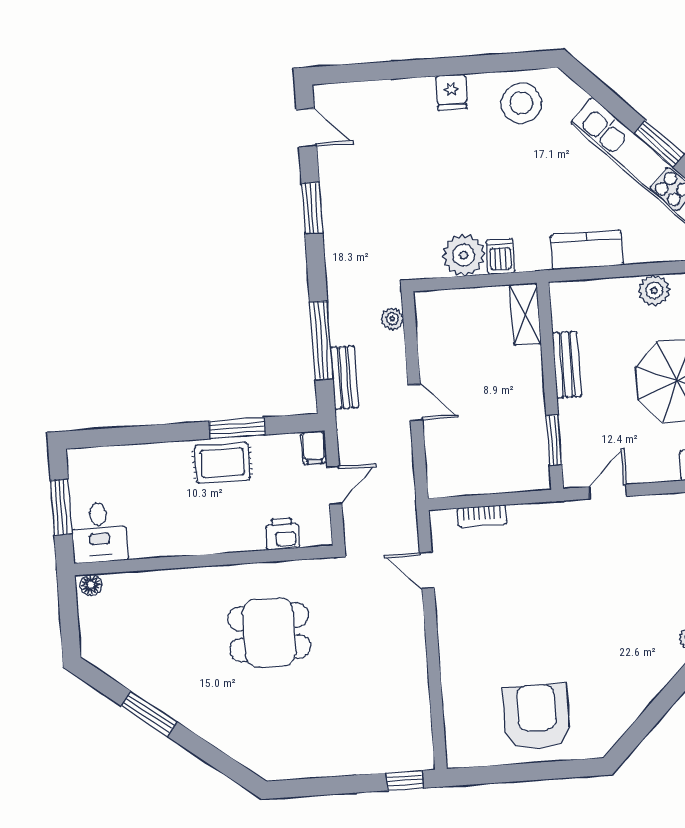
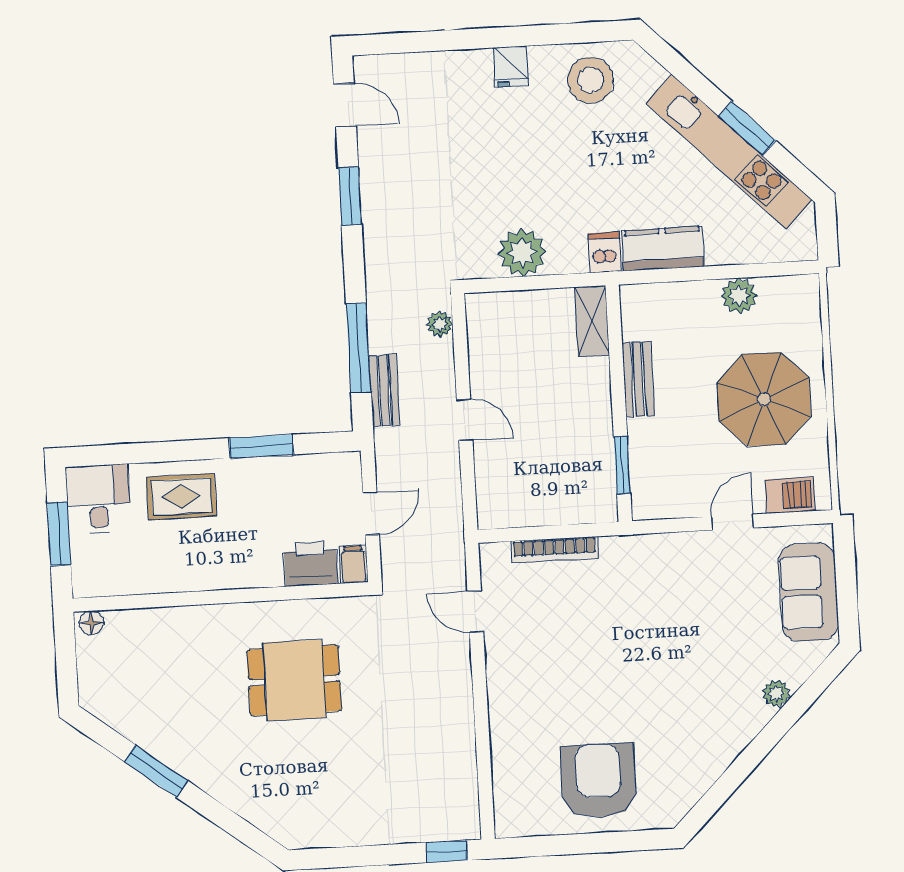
dishwasher: (501, 256) -> (605, 252), moved
filing cabinet: (314, 448) -> (353, 564), moved, turned 180
rug: (222, 463) -> (181, 497), moved
door: (608, 492) -> (733, 522), moved
bookcase: (482, 516) -> (554, 550), width x1.56
desk: (99, 532) -> (98, 499), moved, turned 180
printer: (282, 534) -> (311, 564), width x1.36, depth x1.24

